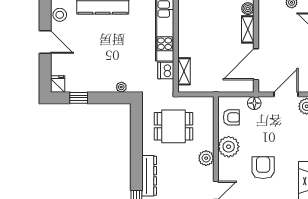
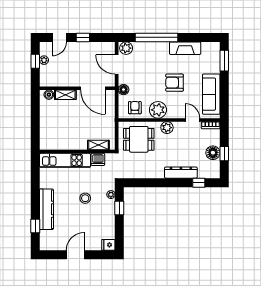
stool: (60, 15) -> (85, 198), moved
window: (79, 98) -> (119, 208), moved
dining table: (173, 126) -> (139, 139), moved, turned 90

